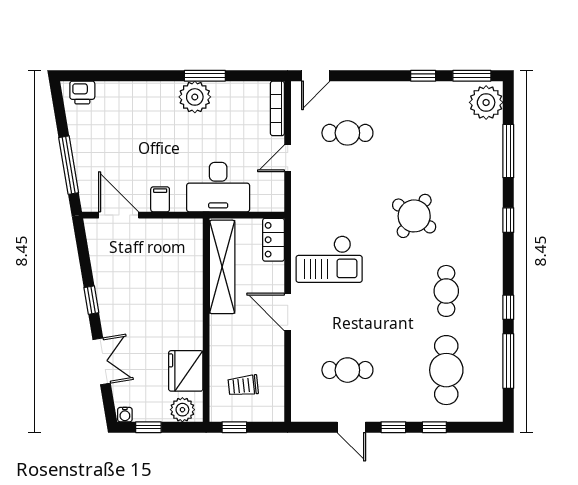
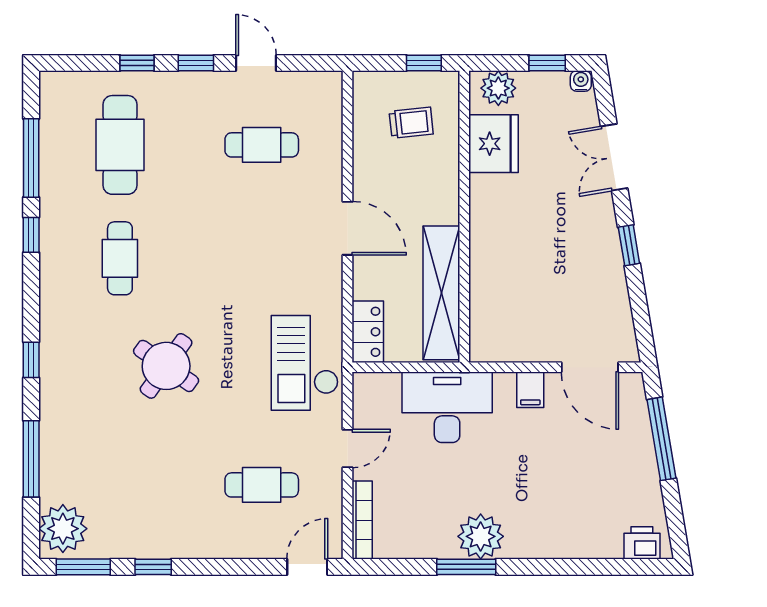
checkout: (329, 259) -> (305, 363), moved, turned -90

